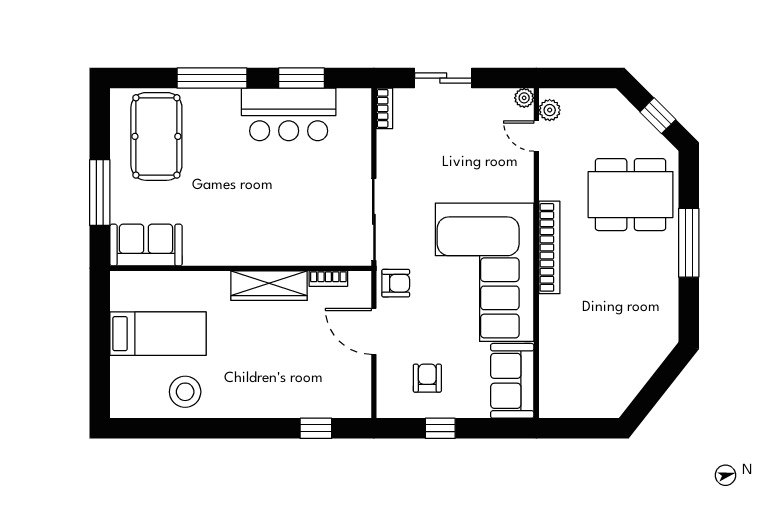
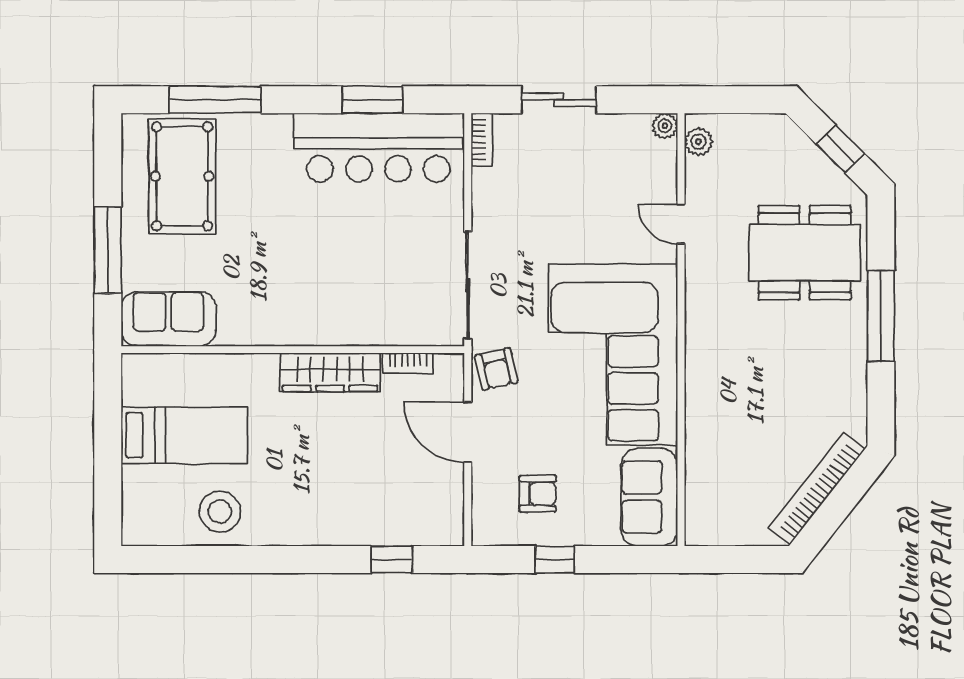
window: (212, 78) -> (215, 100), moved
bar counter: (289, 114) -> (378, 148), width x1.36
door: (536, 136) -> (681, 224), moved
bookcase: (549, 247) -> (817, 489), moved, turned -142
armchair: (396, 283) -> (496, 369), turned 77
armchair: (427, 378) -> (538, 494), turned 90

